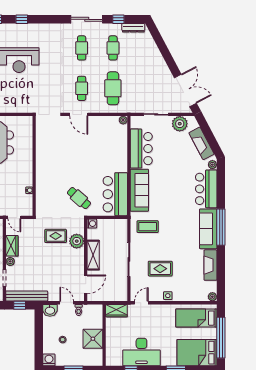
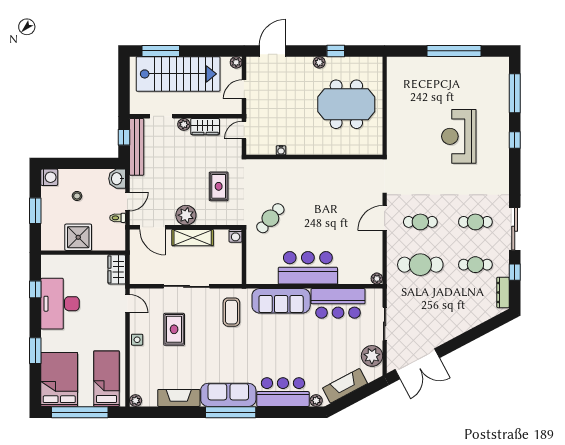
bar counter: (115, 194) -> (308, 268), moved
plant: (77, 241) -> (186, 215), moved

